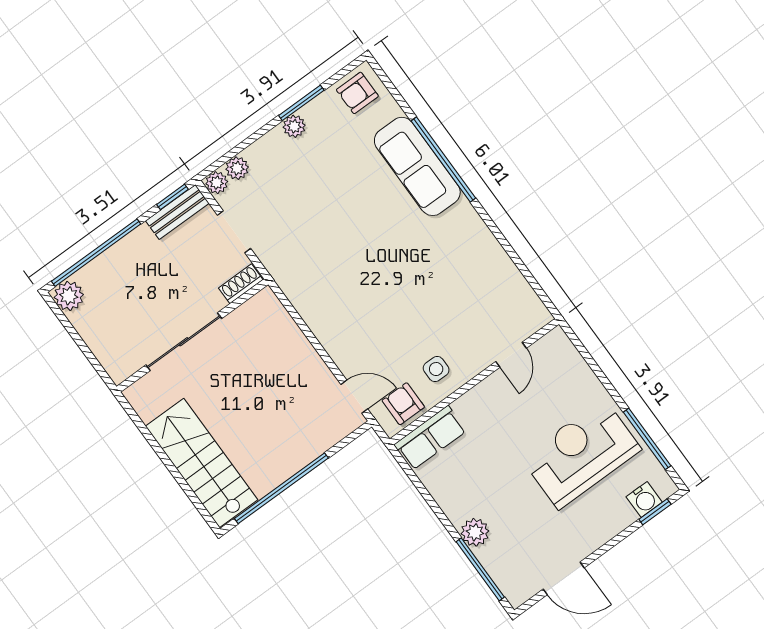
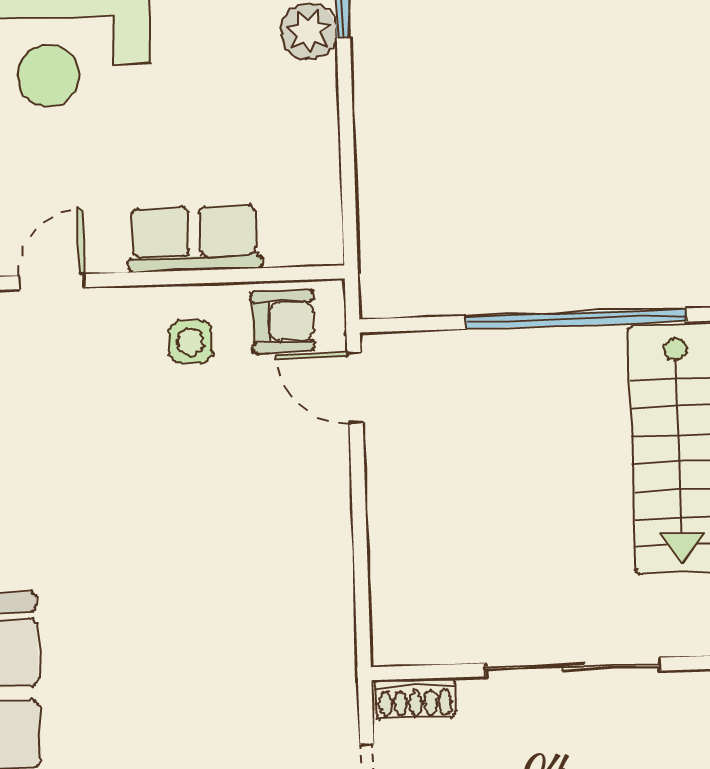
armchair: (403, 404) -> (283, 321), turned -90
row of seats: (430, 438) -> (194, 238), moved

